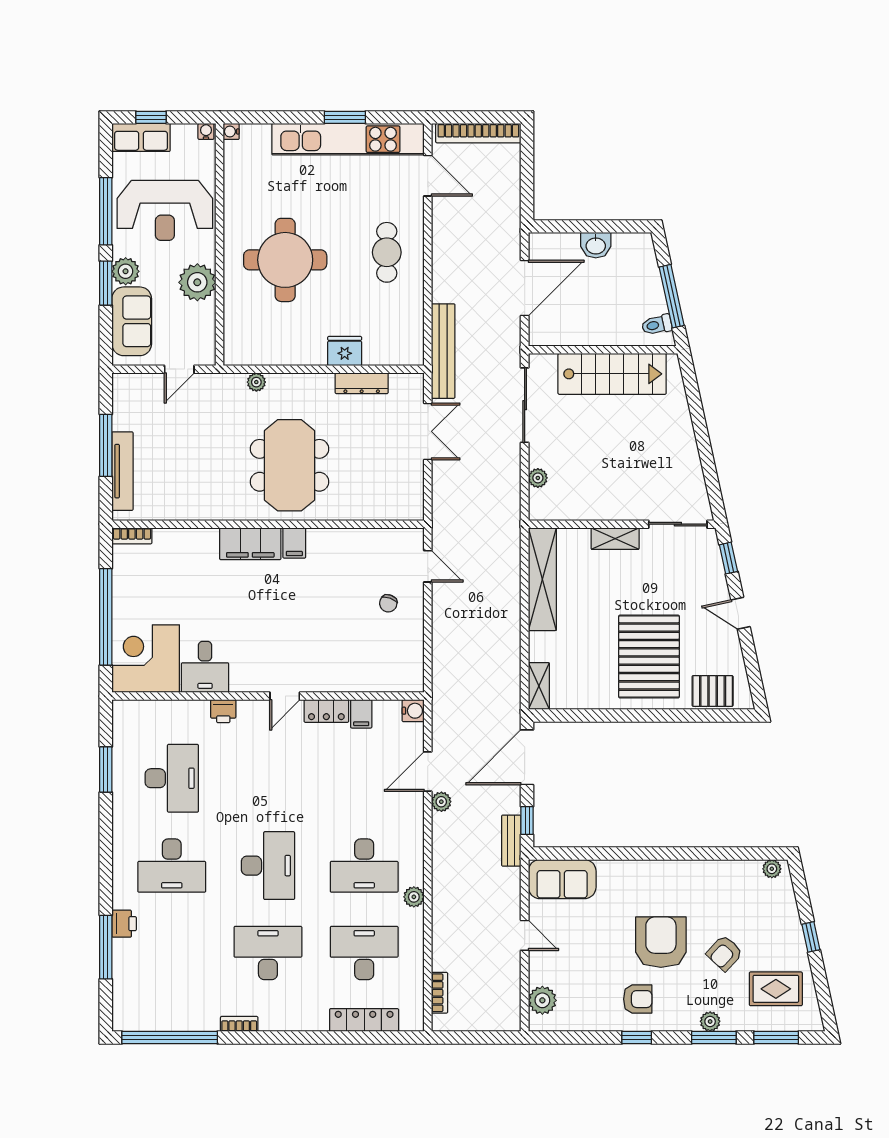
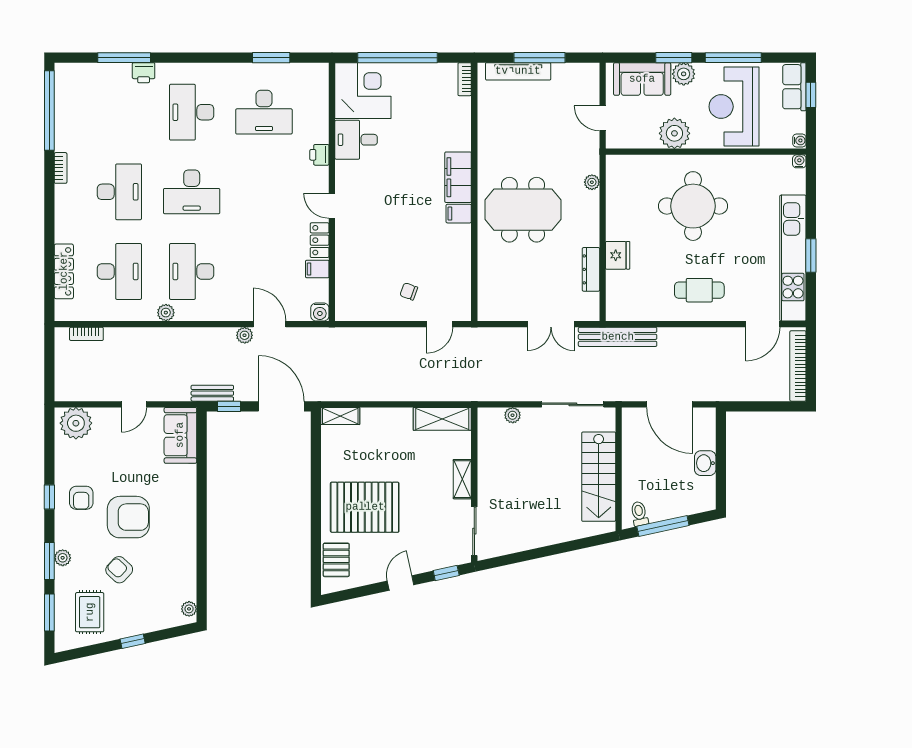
shelving: (542, 579) -> (442, 419), width x0.68
plant: (542, 1000) -> (76, 423), width x1.36, depth x1.36

